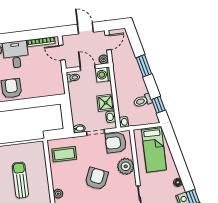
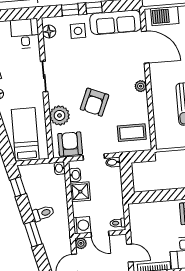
toilet: (143, 101) -> (43, 213), moved
armchair: (116, 143) -> (70, 144), turned -90

